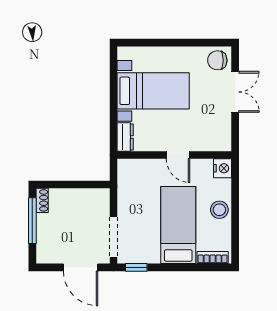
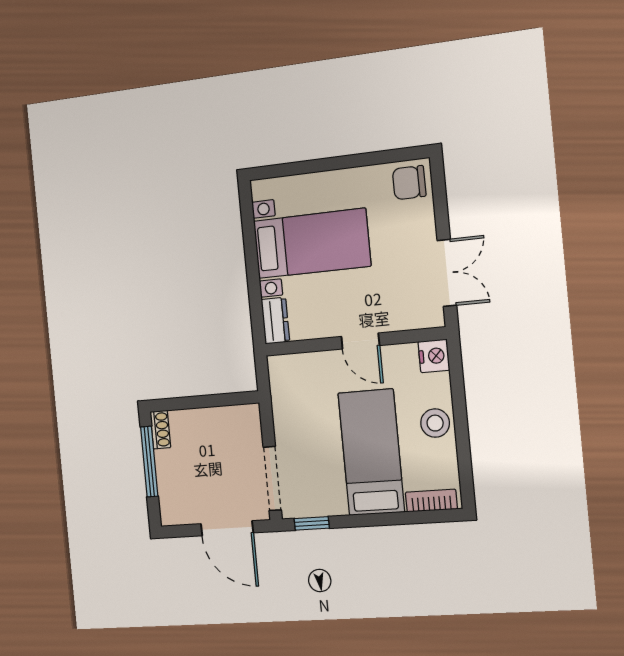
double door: (235, 92) -> (447, 273), moved

